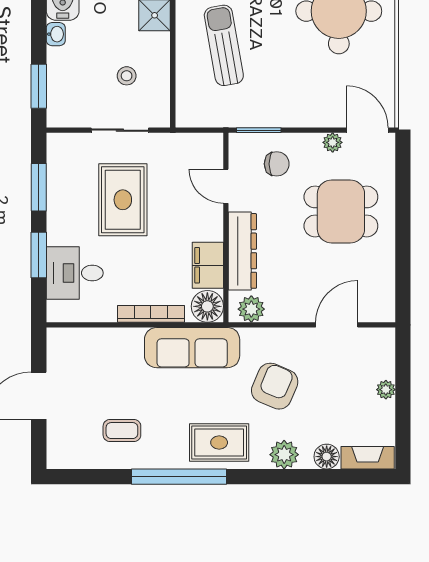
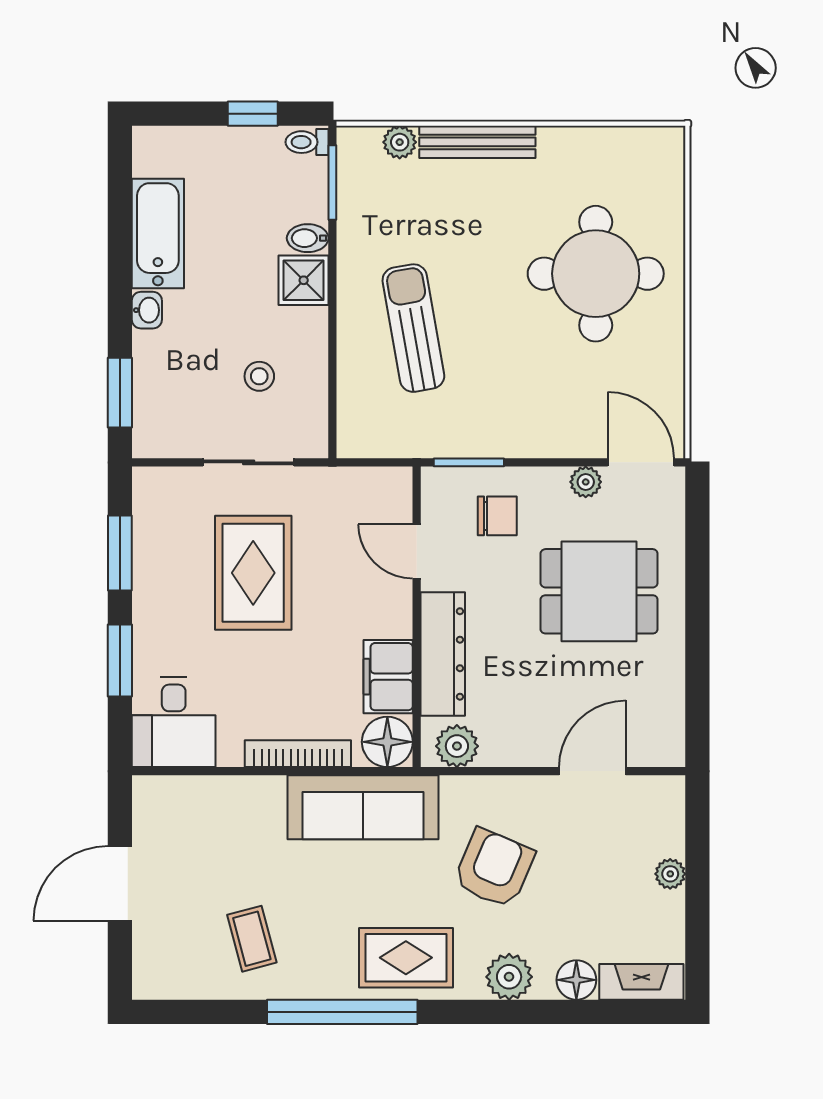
desk: (75, 273) -> (174, 722), moved, turned -90
coffee table: (122, 431) -> (252, 939), turned 75

